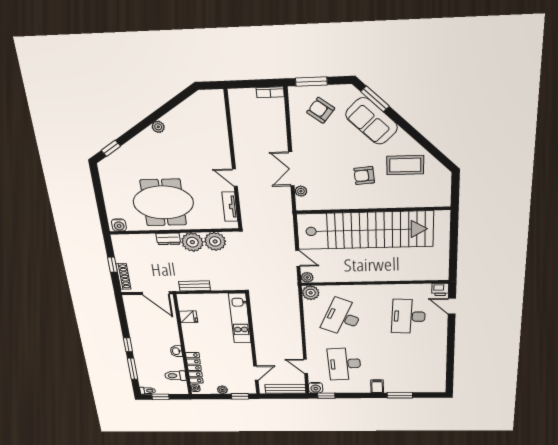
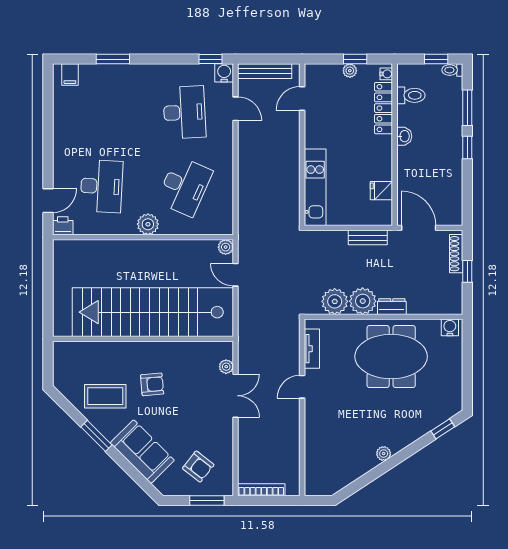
bookcase: (270, 92) -> (261, 490), width x1.56
window: (375, 99) -> (96, 436), moved
door: (235, 178) -> (302, 387), swing flipped
plant: (311, 293) -> (148, 224), moved
door: (452, 306) -> (48, 201), hinge flipped
filing cabinet: (377, 386) -> (70, 74), moved
window: (240, 396) -> (355, 59), moved

